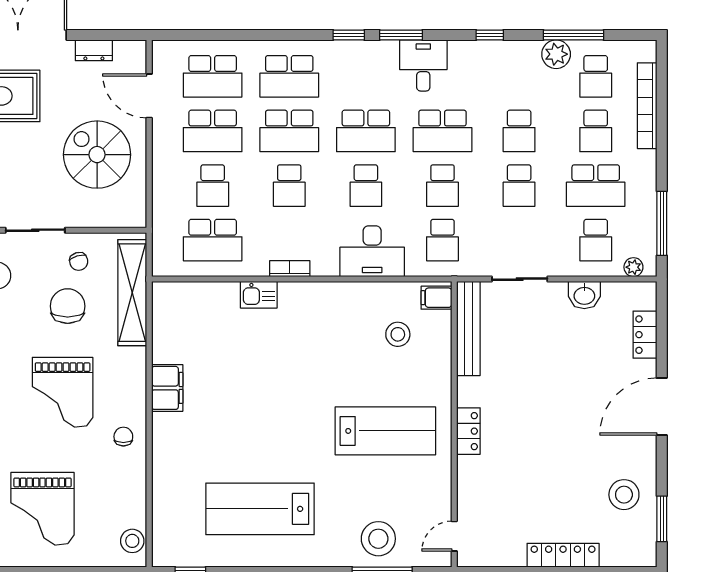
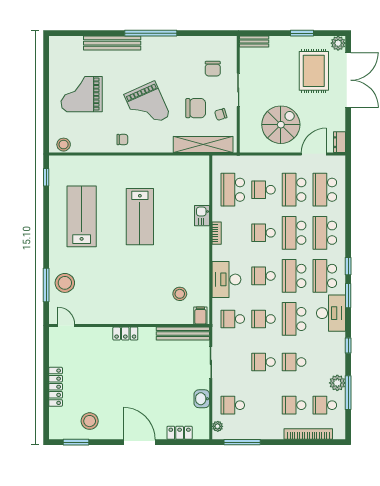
dresser: (94, 50) -> (339, 142), moved
desk: (423, 65) -> (331, 313), width x1.37
school desk: (596, 186) -> (325, 276), moved
filing cabinet: (167, 388) -> (150, 164), removed
grand piano: (63, 392) -> (147, 105), turned -114
lab bench: (385, 431) -> (140, 217), moved

